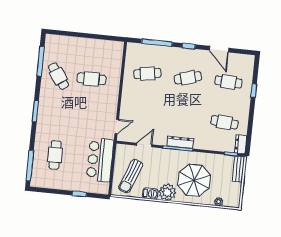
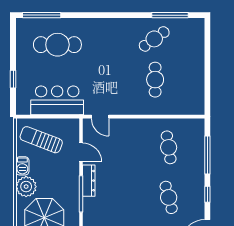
window: (35, 111) -> (109, 15), removed
dresser: (180, 142) -> (89, 181), moved
cafe table: (55, 155) -> (57, 45), width x1.37, depth x1.35

